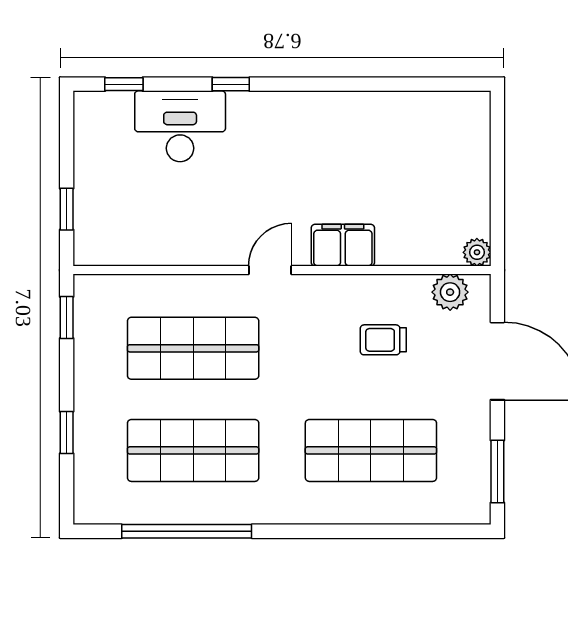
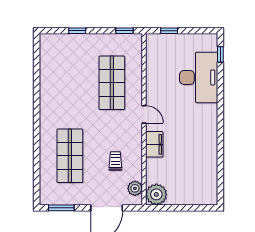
window: (231, 84) -> (220, 98), removed
desk: (180, 126) -> (199, 77), width x1.36, depth x1.30
plant: (477, 252) -> (156, 194), width x1.88, depth x1.88
shop shelf: (193, 450) -> (70, 83), removed
window: (187, 531) -> (37, 80), removed

